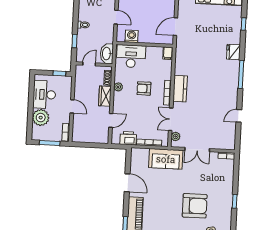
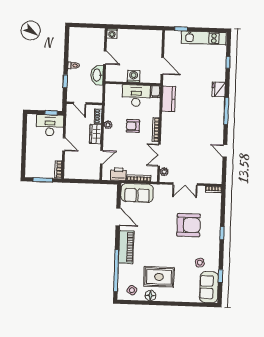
door: (175, 27) -> (162, 66), swing flipped
washing machine: (132, 36) -> (134, 76), moved
washbasin: (107, 54) -> (97, 75), moved
desk: (131, 56) -> (136, 96), moved
door: (89, 64) -> (80, 103), swing flipped
kitchen counter: (180, 89) -> (169, 99), moved
desk: (44, 95) -> (50, 125), moved, turned 90
door: (239, 116) -> (225, 151), hinge flipped
plant: (41, 118) -> (34, 156), removed
sofa: (166, 159) -> (137, 193), moved
armchair: (195, 206) -> (189, 225), moved

